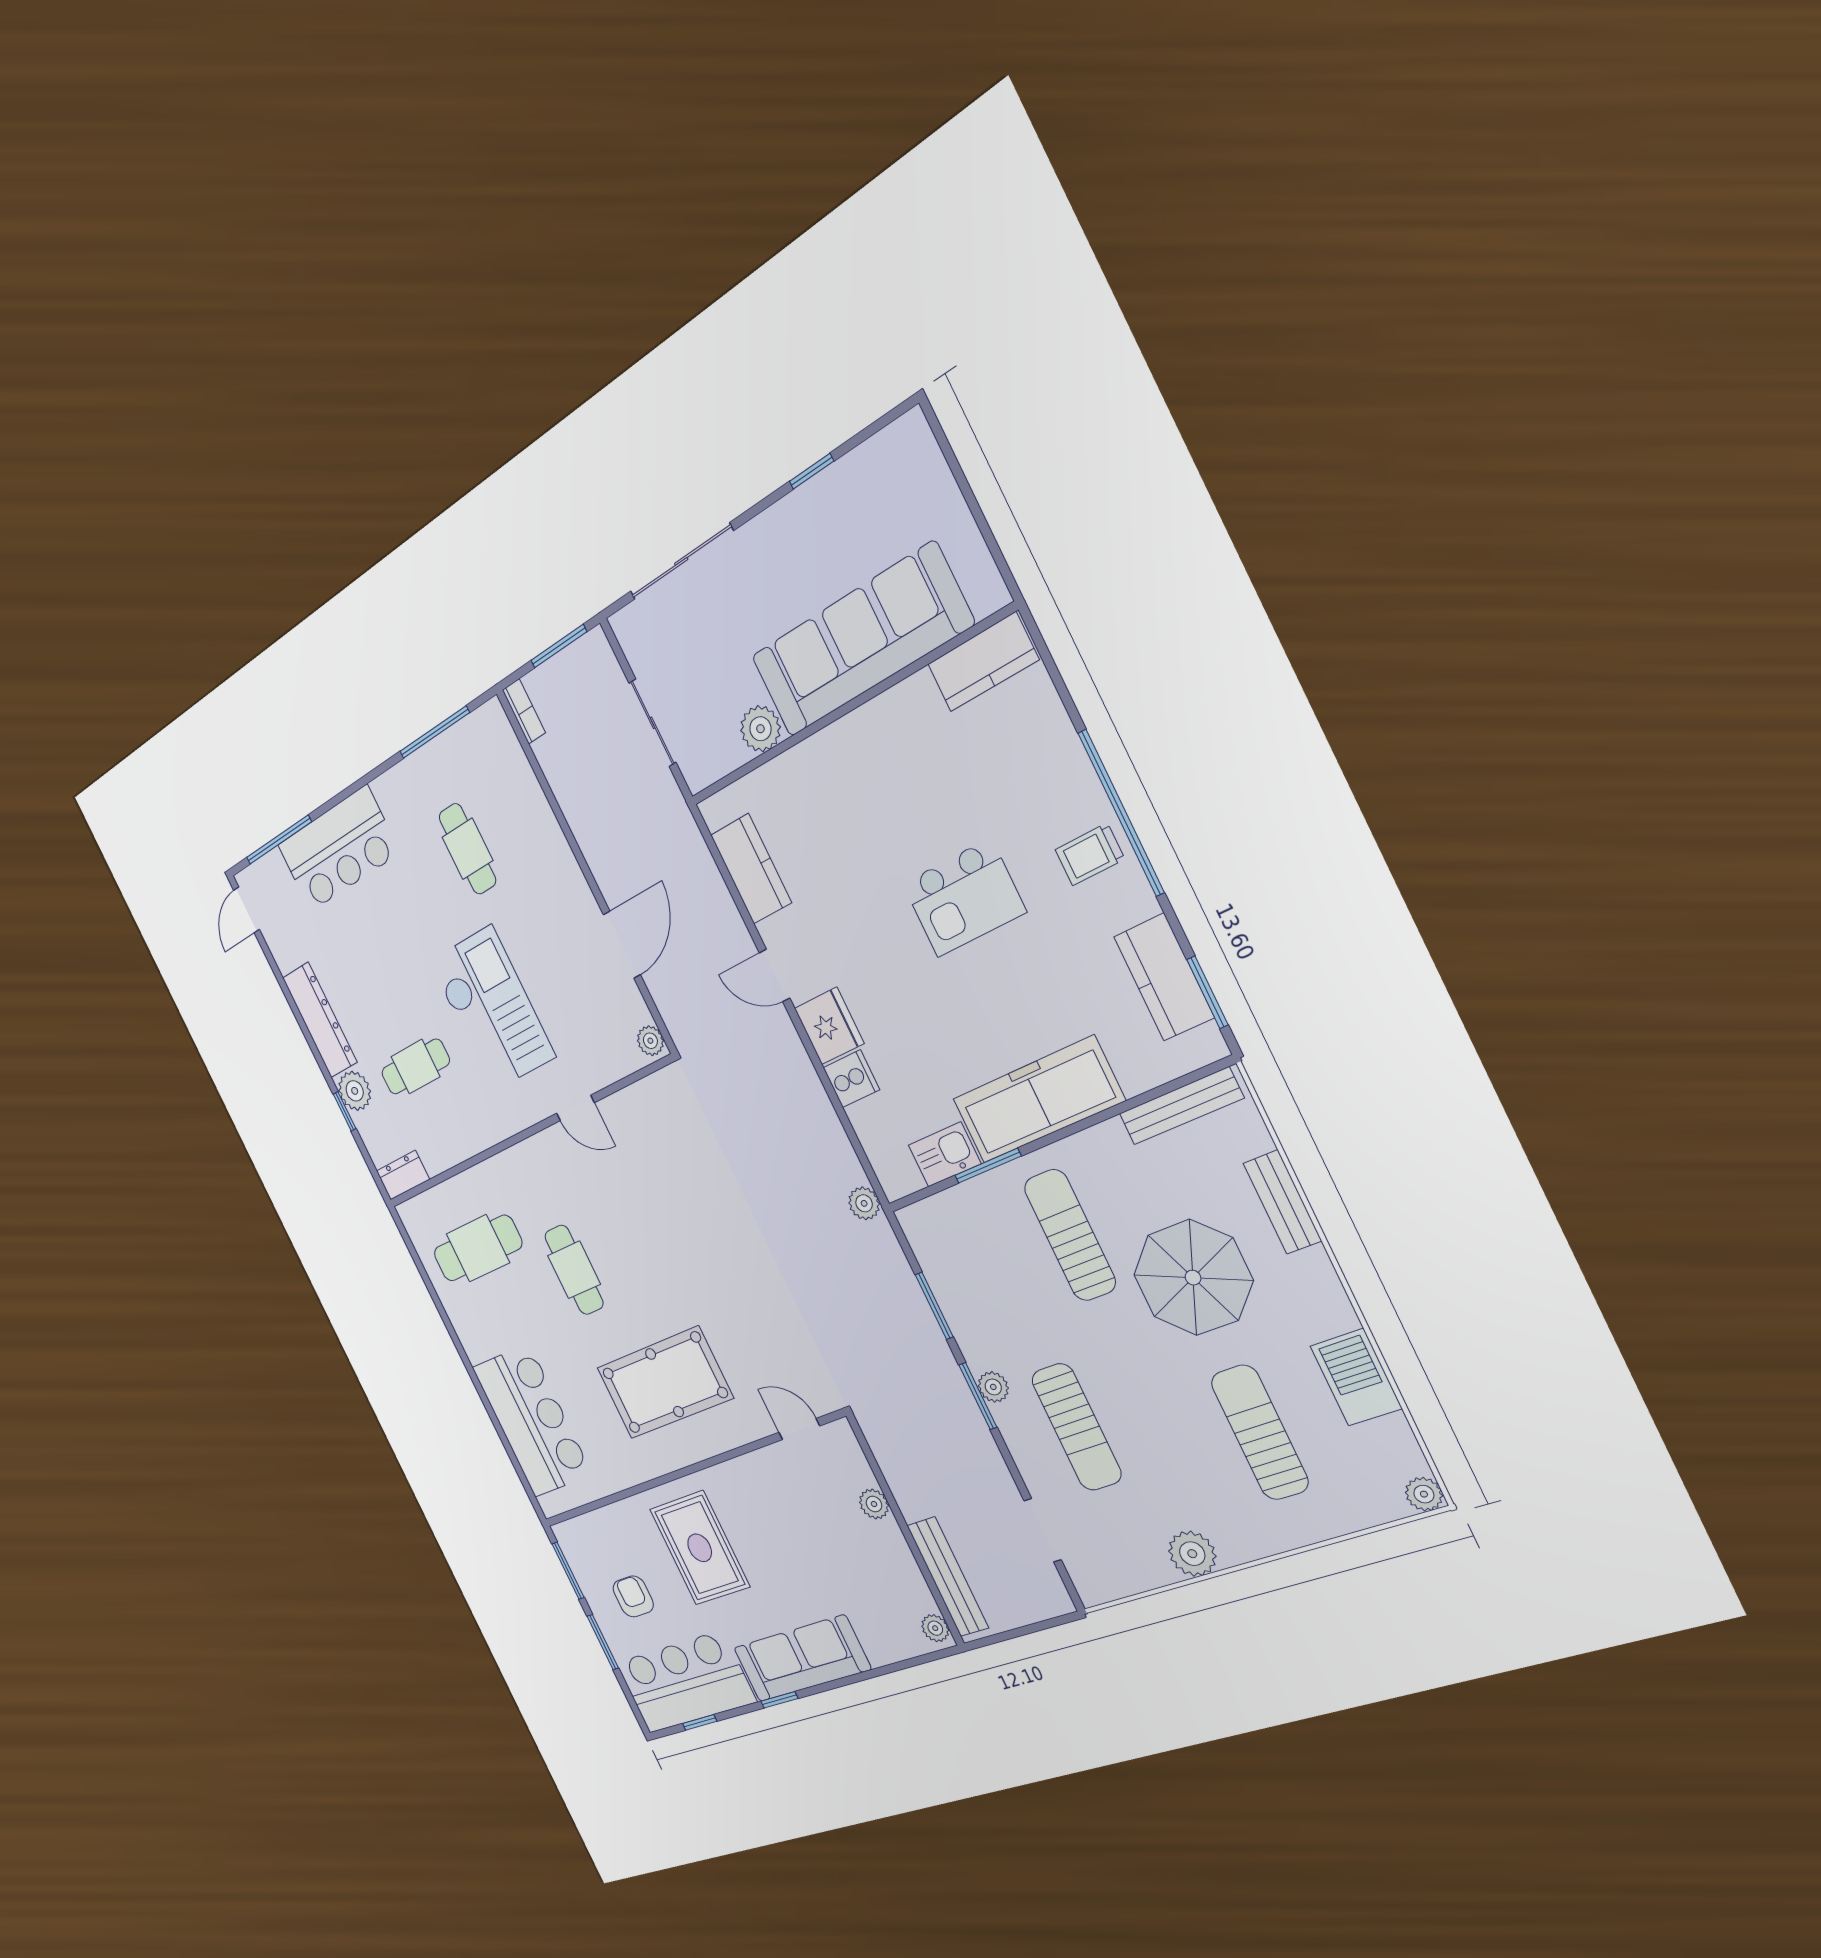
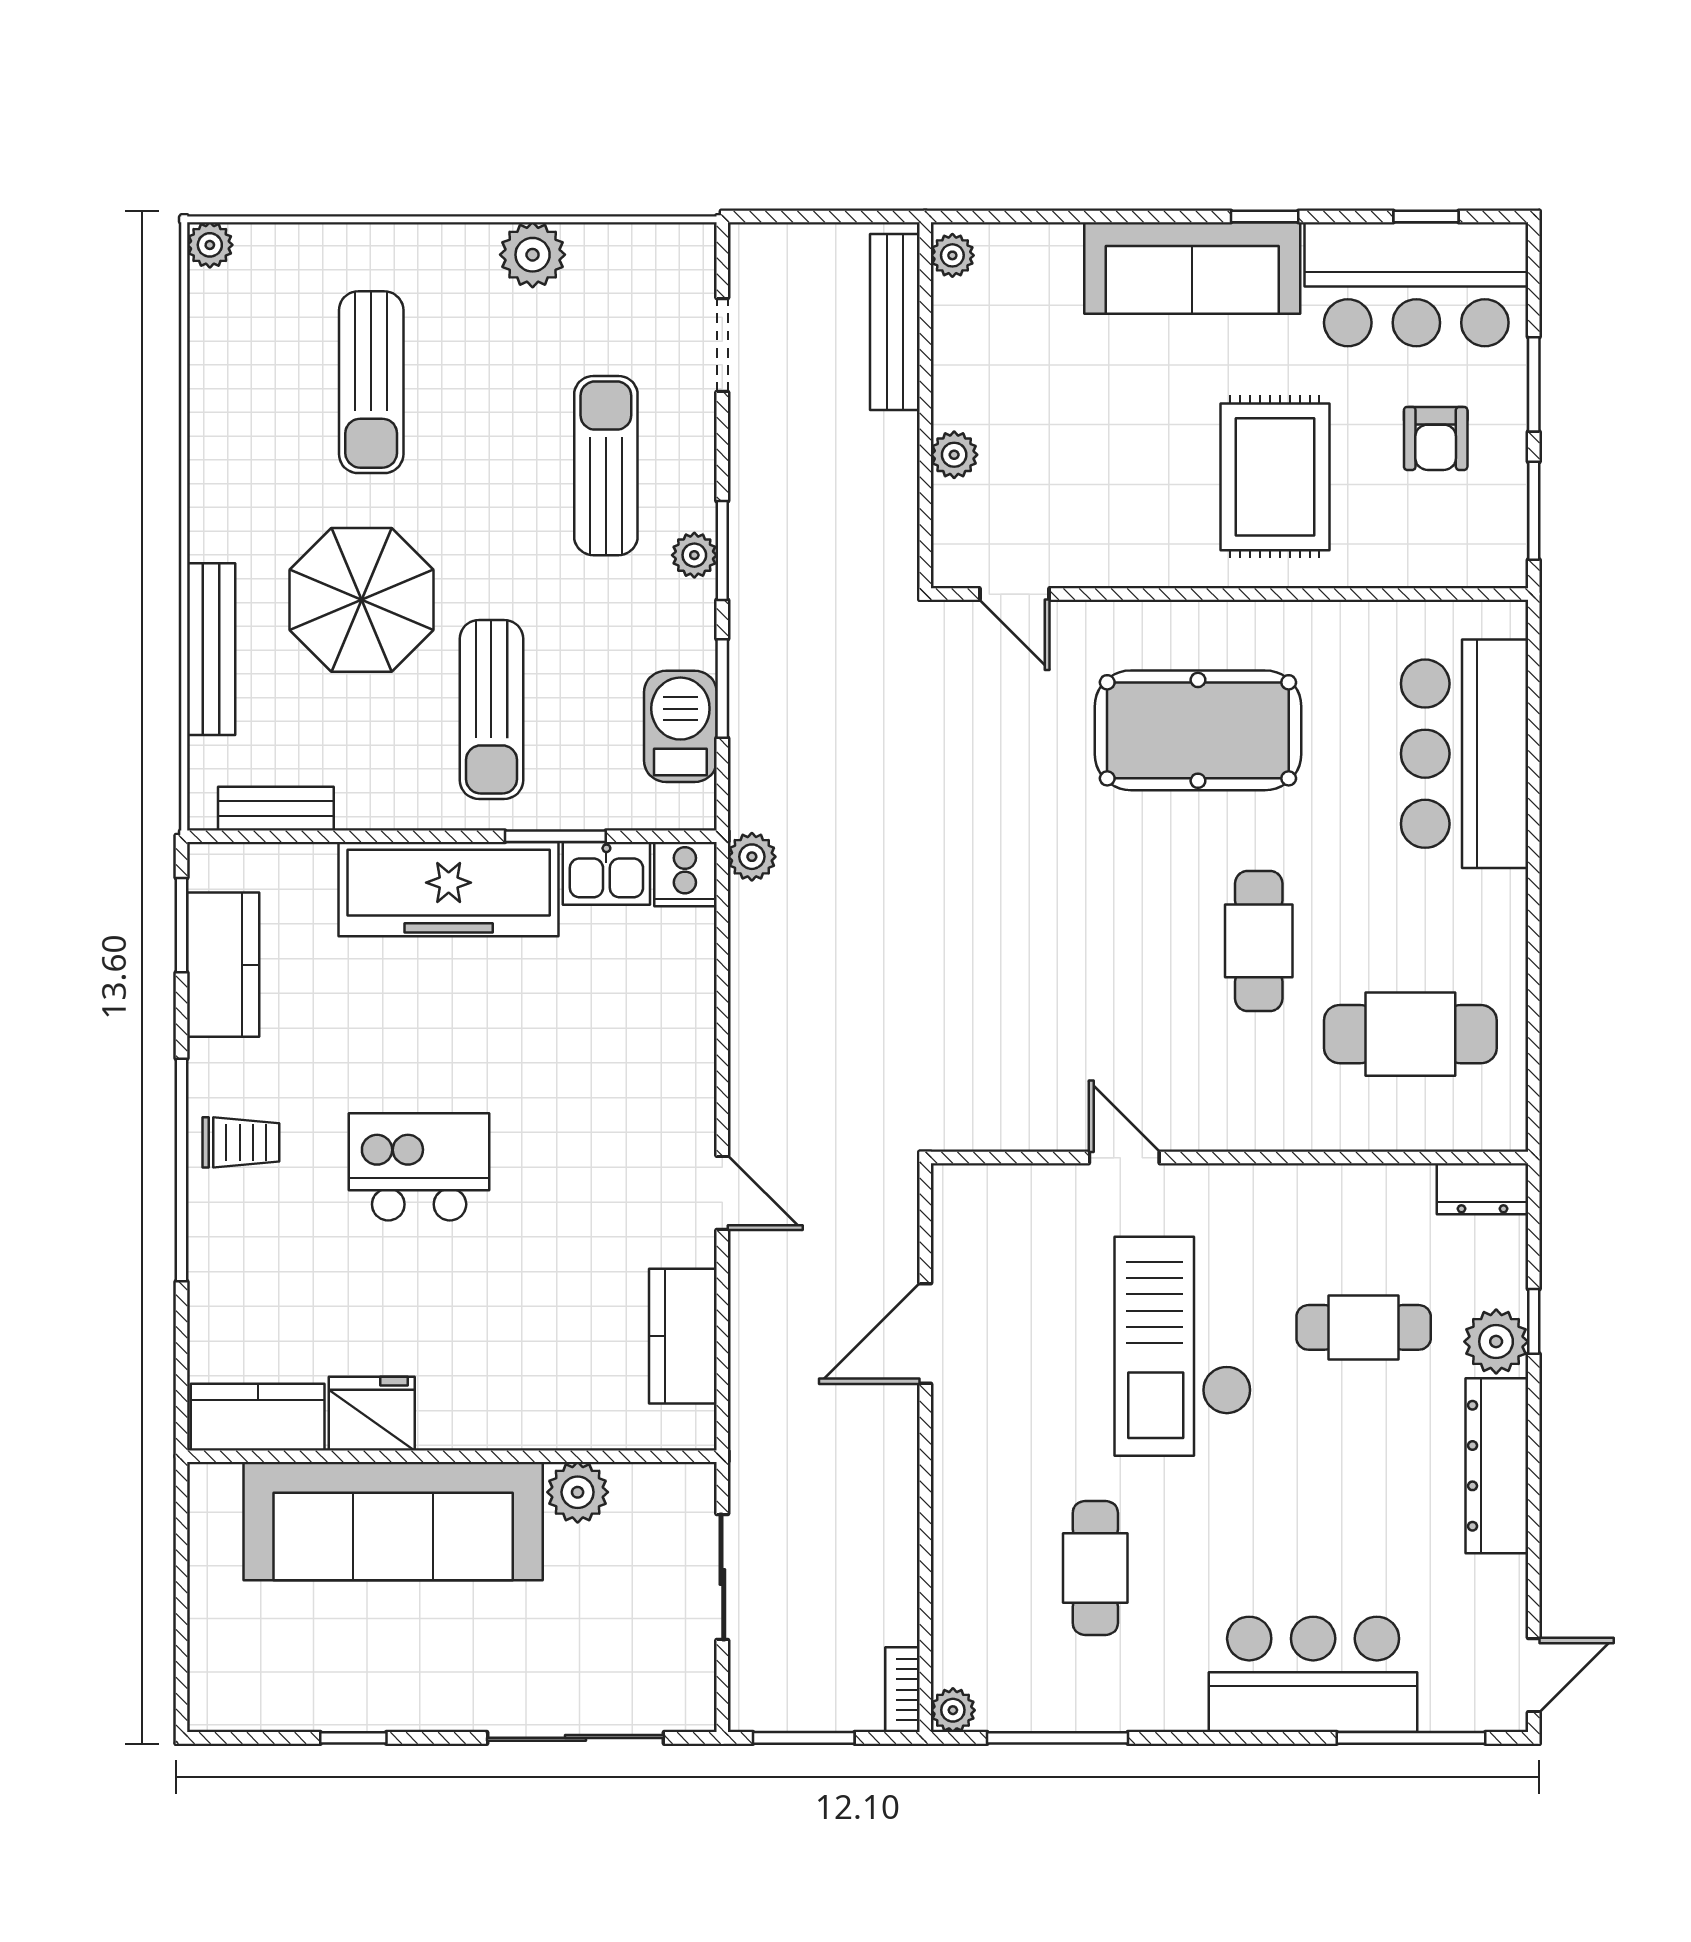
fridge: (829, 1026) -> (372, 1414), moved, turned 90
plant: (650, 1041) -> (953, 1710), moved
cooker: (851, 1079) -> (685, 874), moved, turned -90
bench: (1181, 1106) -> (276, 809), width x0.73
bench: (1282, 1202) -> (211, 649), width x1.36
barbecue: (1356, 1377) -> (680, 726), moved, turned 180

